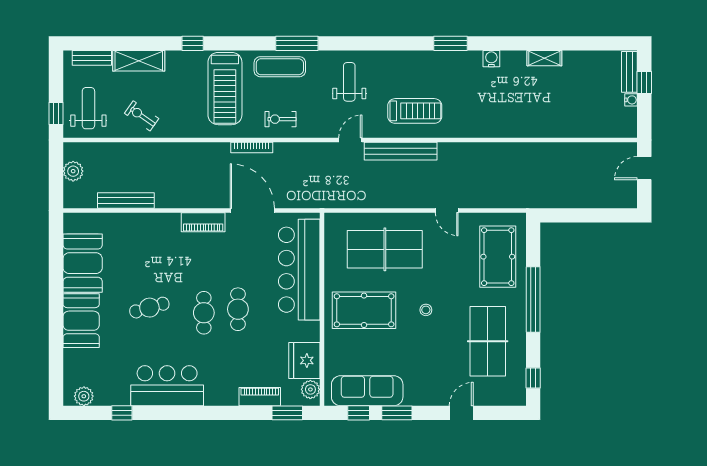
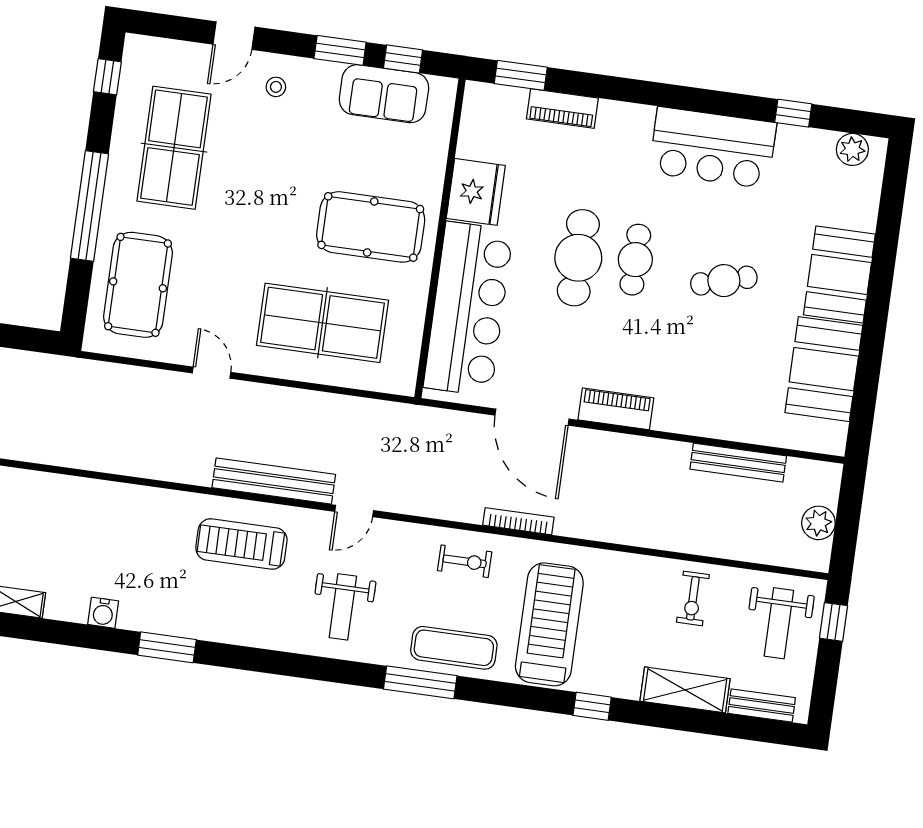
exercise bike: (142, 116) -> (693, 598), turned 55
cafe table: (238, 309) -> (578, 258), width x1.37, depth x1.35
stool: (426, 310) -> (276, 87), moved
fridge: (304, 360) -> (476, 192), moved
plant: (310, 389) -> (477, 109), removed
sofa: (367, 391) -> (384, 94), width x0.73

